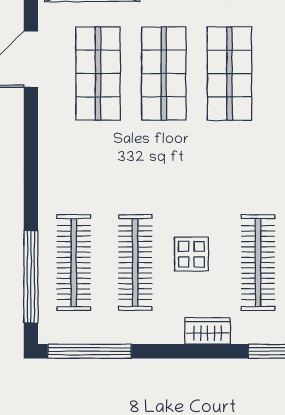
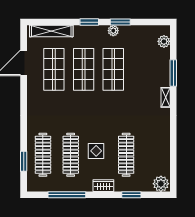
window: (31, 277) -> (24, 161), width x0.47
window: (90, 351) -> (67, 195), moved

